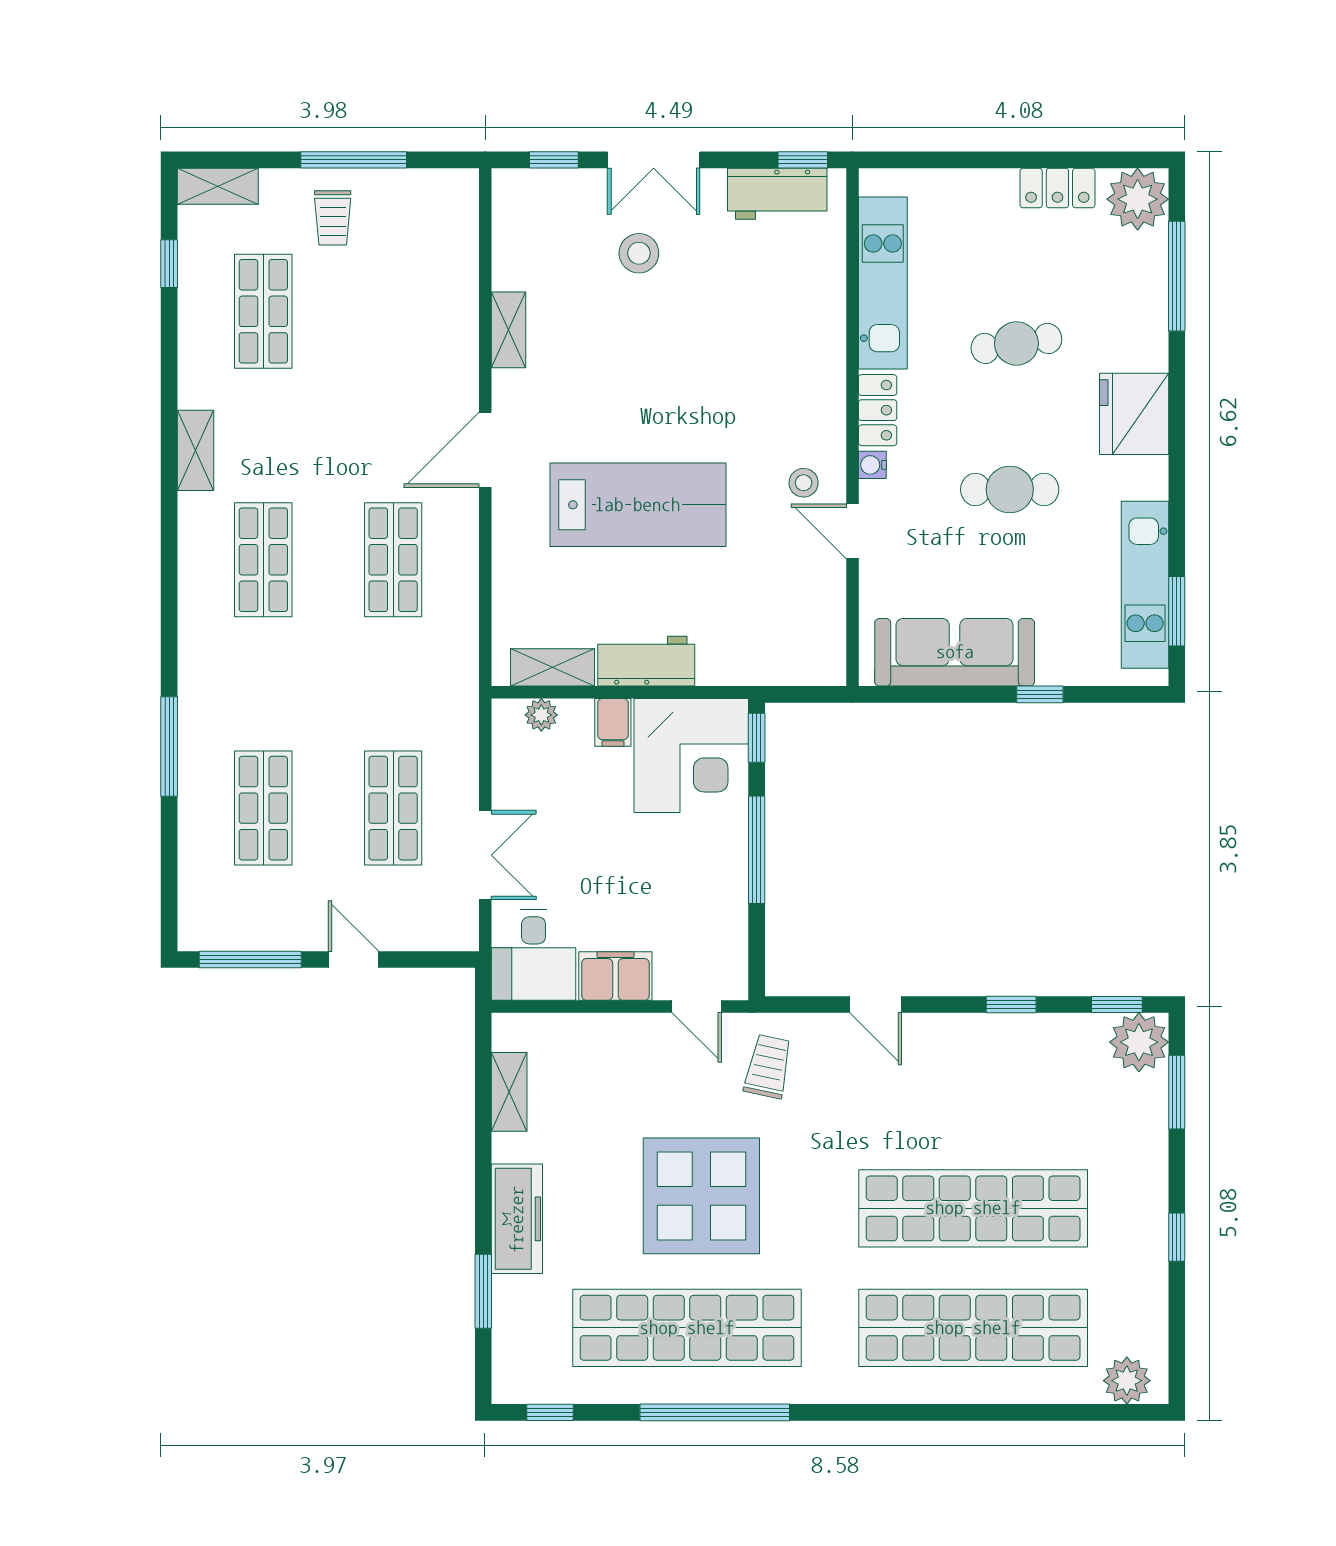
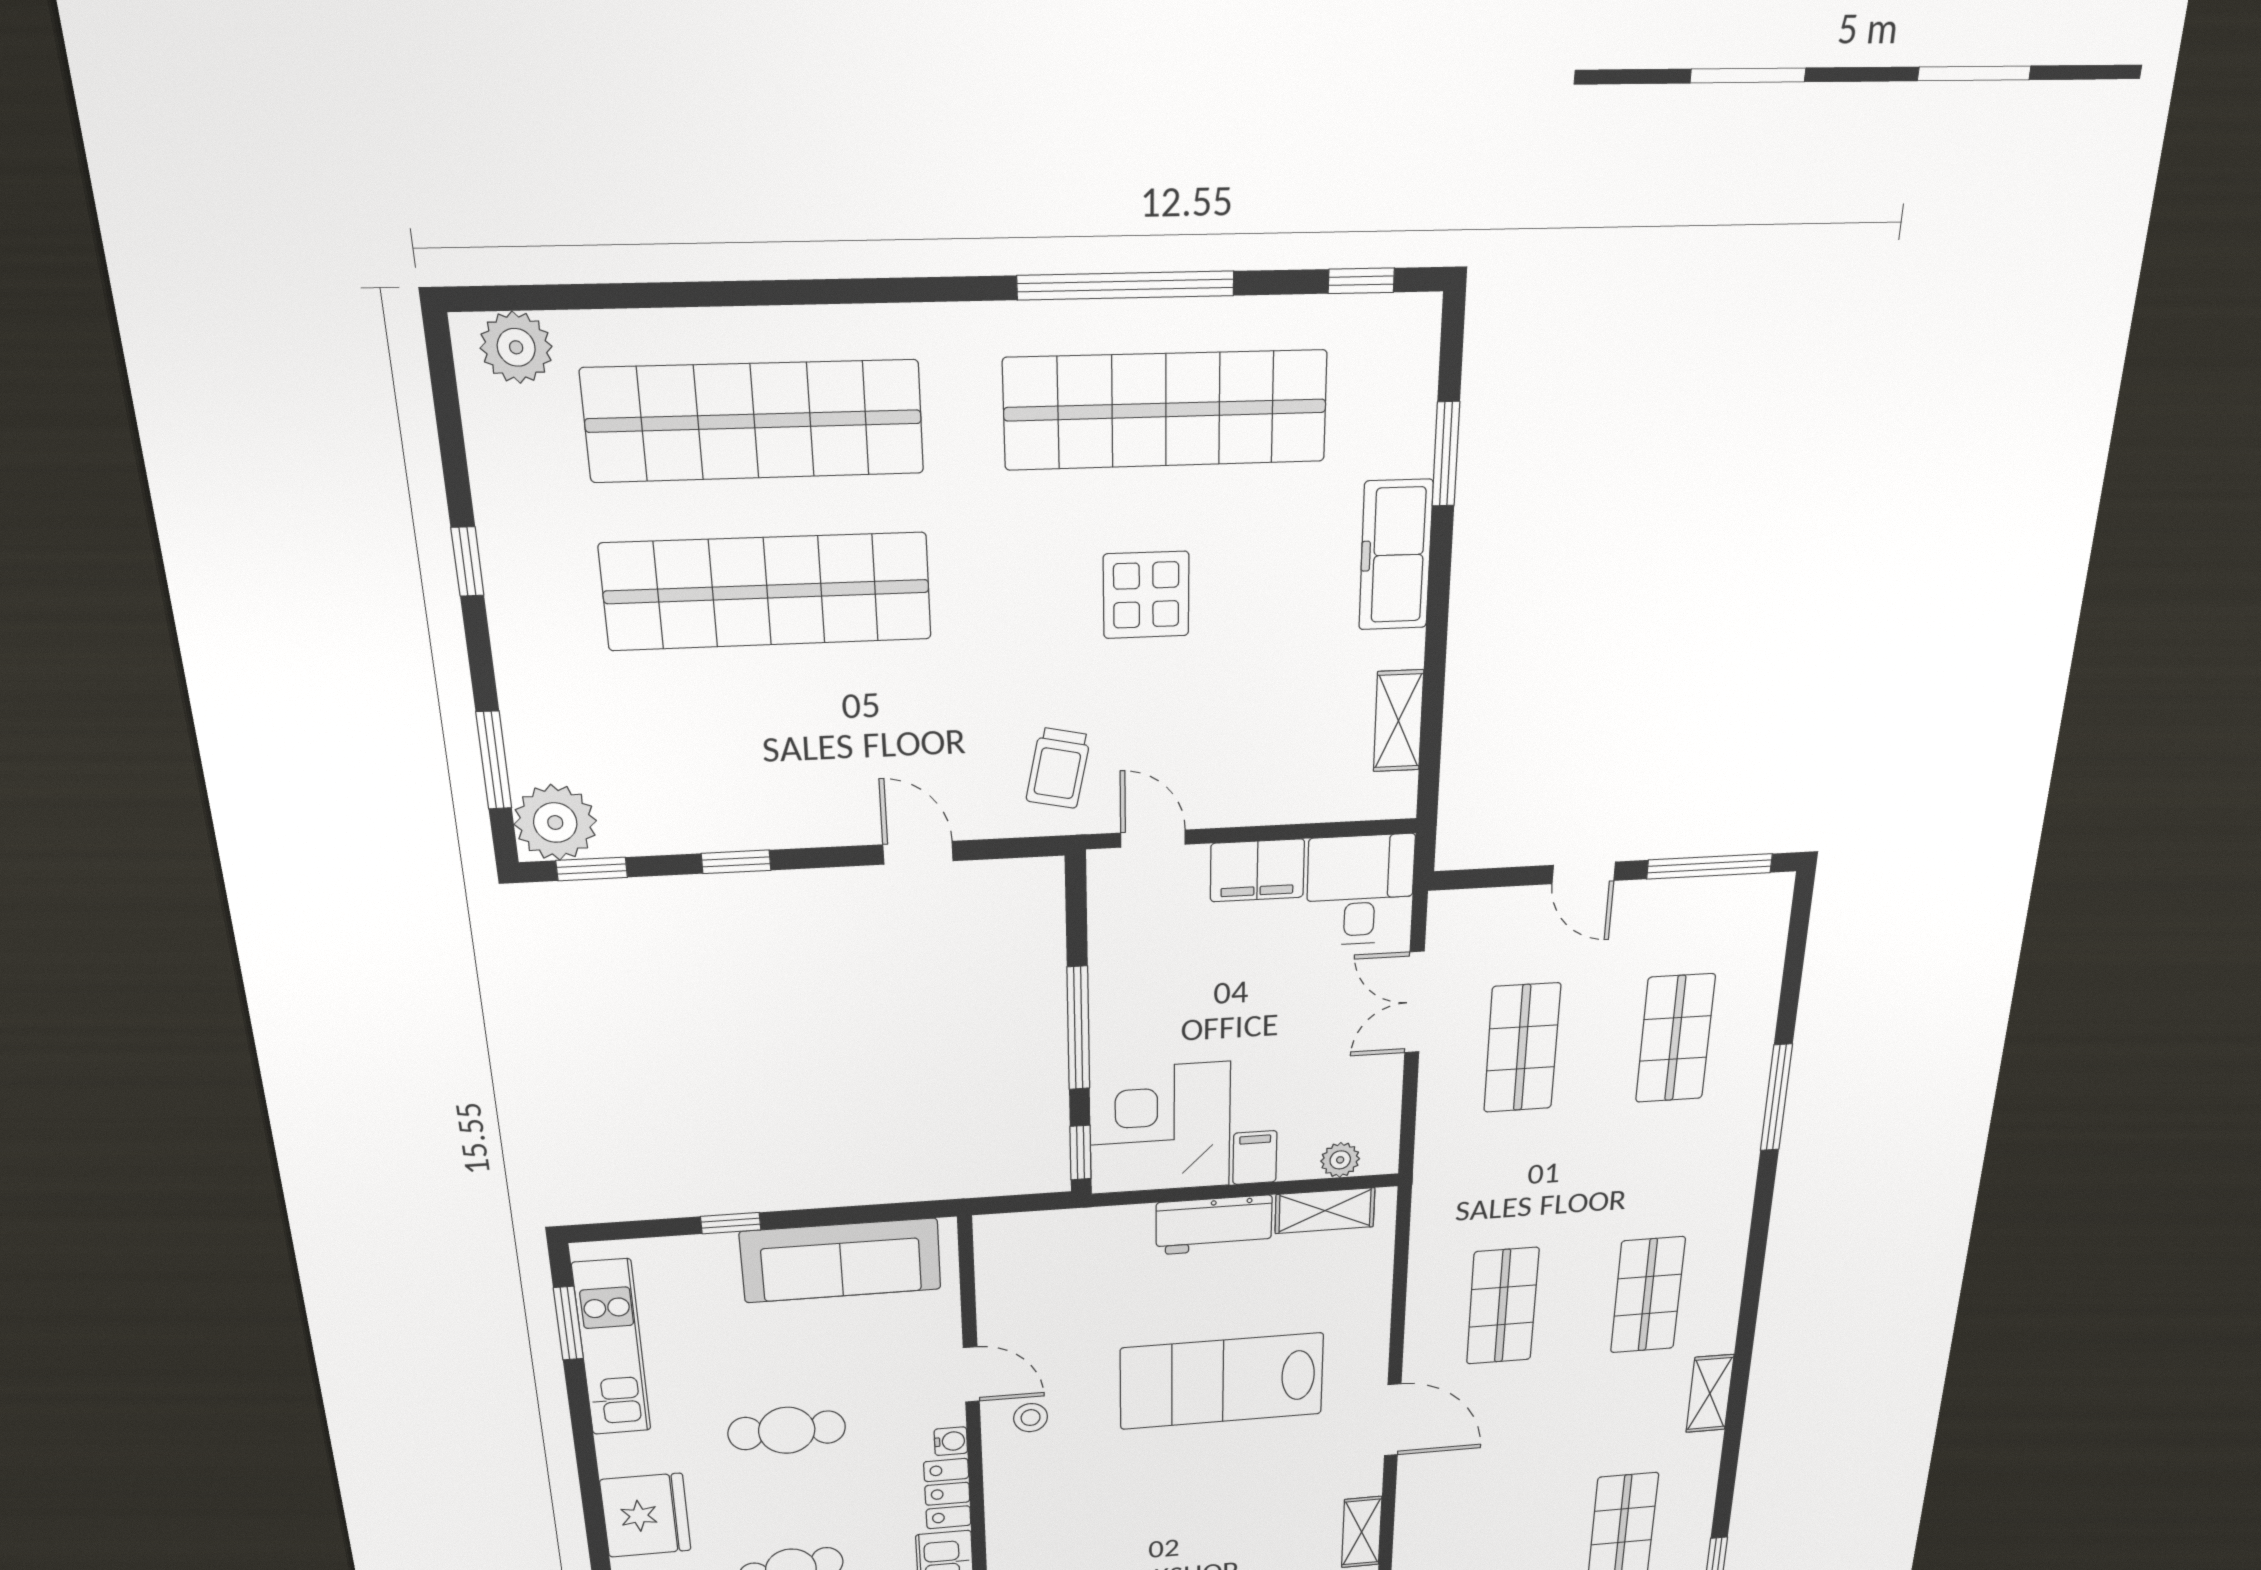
door: (485, 450) -> (1393, 1420), hinge flipped
display table: (701, 1196) -> (1146, 595), width x0.54, depth x0.54

